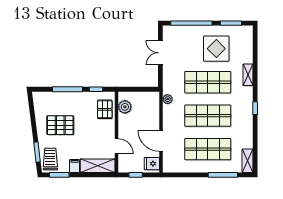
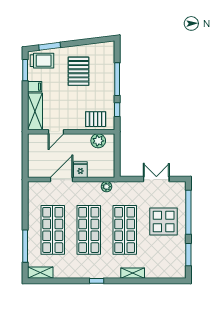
display table: (216, 49) -> (164, 221), moved
fridge: (152, 164) -> (80, 170), moved
window: (136, 175) -> (25, 152), removed

